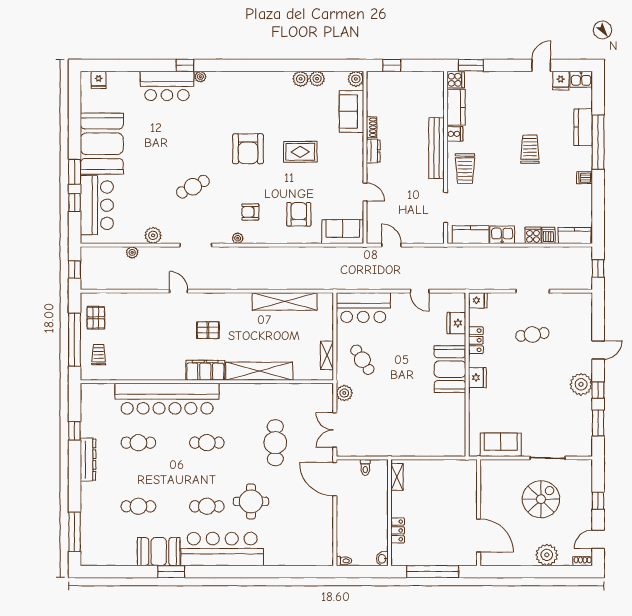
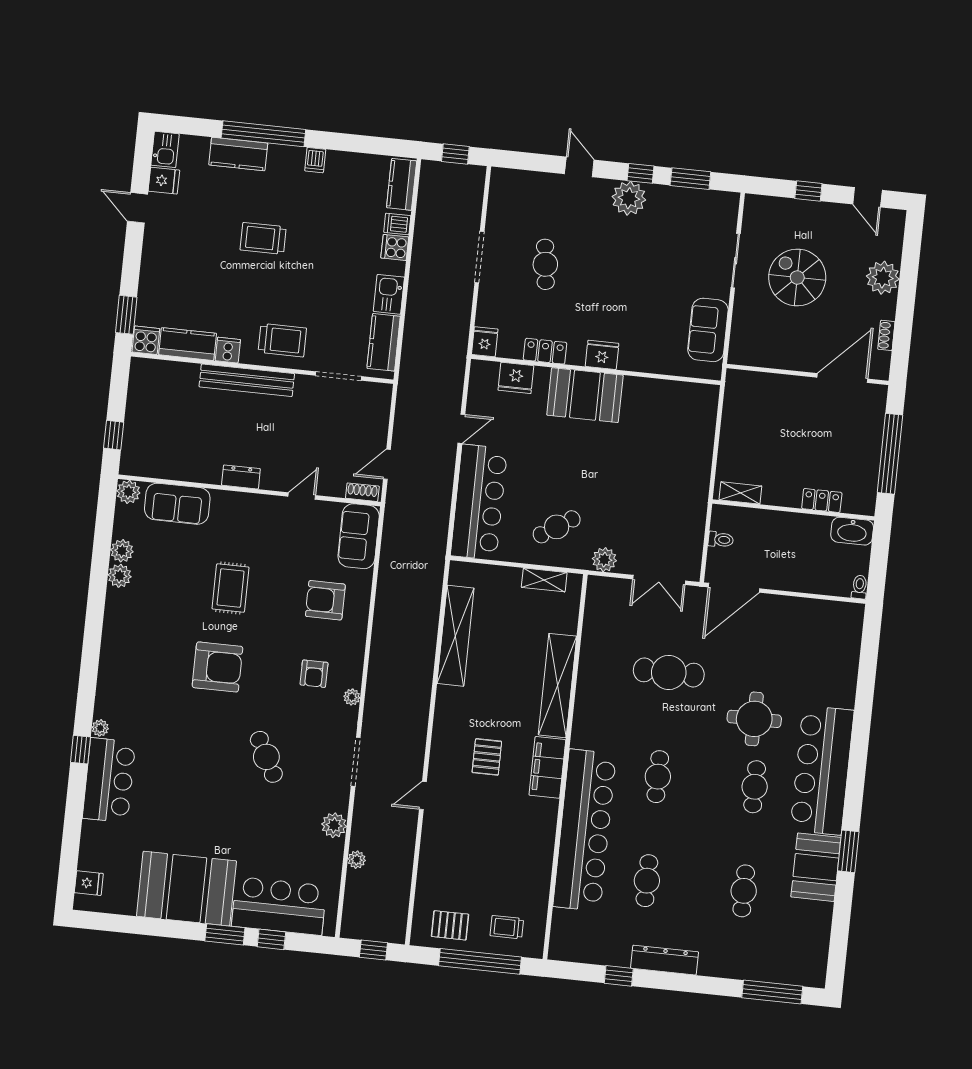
shoe rack: (372, 127) -> (362, 492), moved
bar counter: (363, 308) -> (479, 502), width x1.36
washbasin: (382, 559) -> (852, 531), width x1.91, depth x1.45
shoe rack: (583, 561) -> (886, 335), moved

